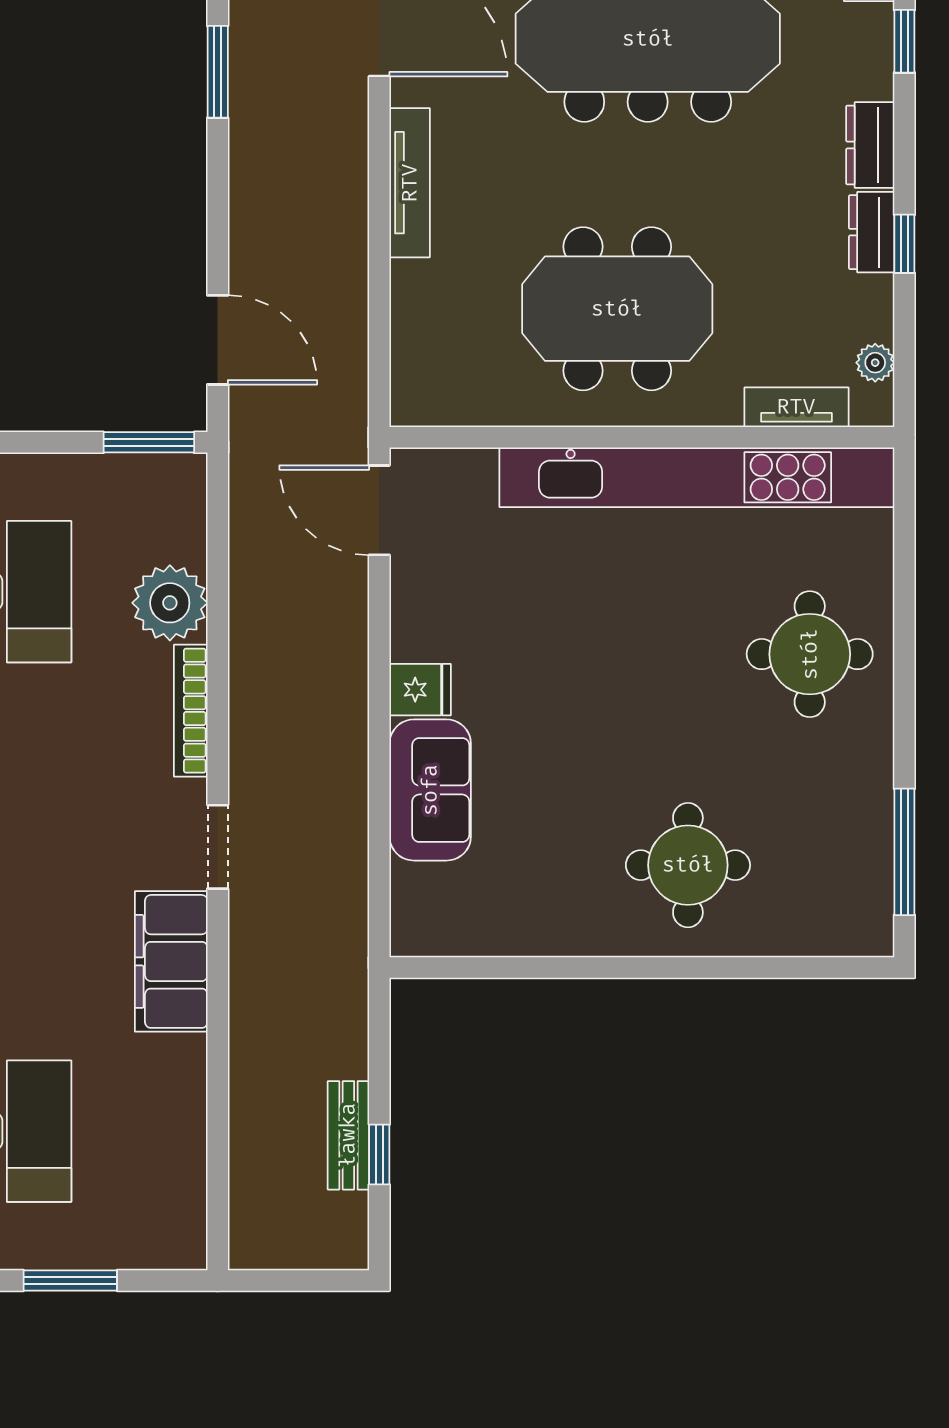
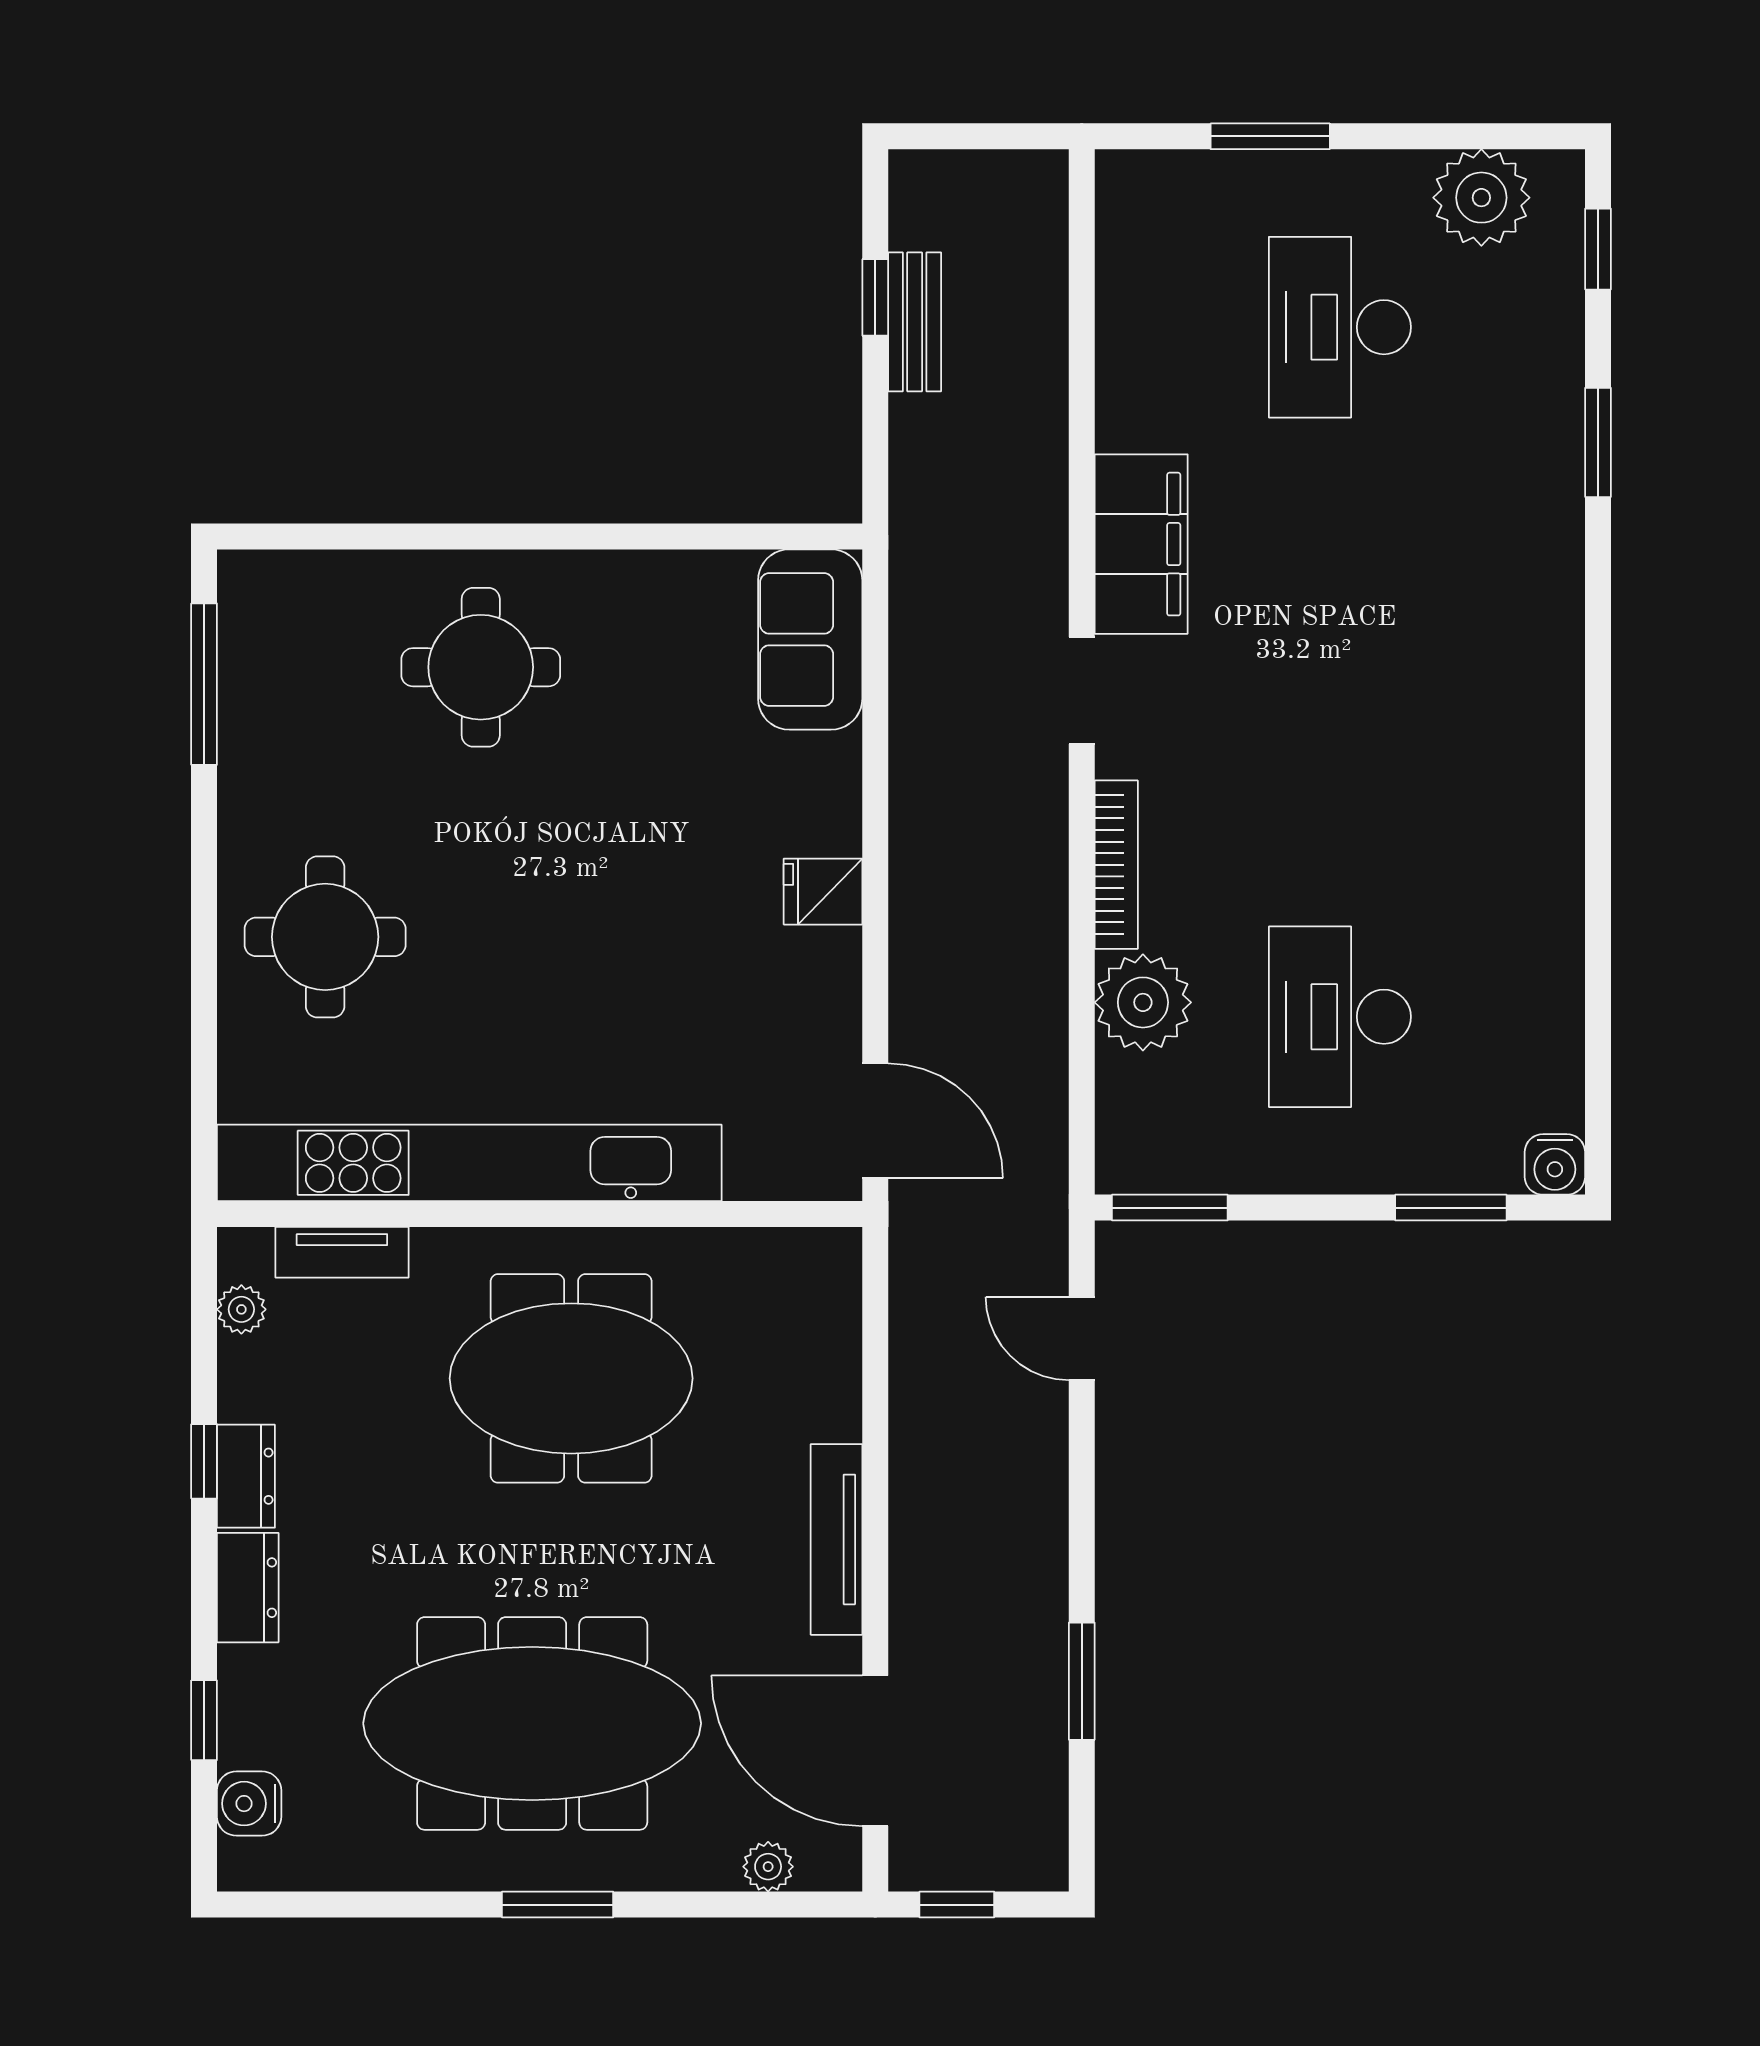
door: (218, 340) -> (1082, 1339), width x0.73
sofa: (430, 790) -> (810, 639), moved

